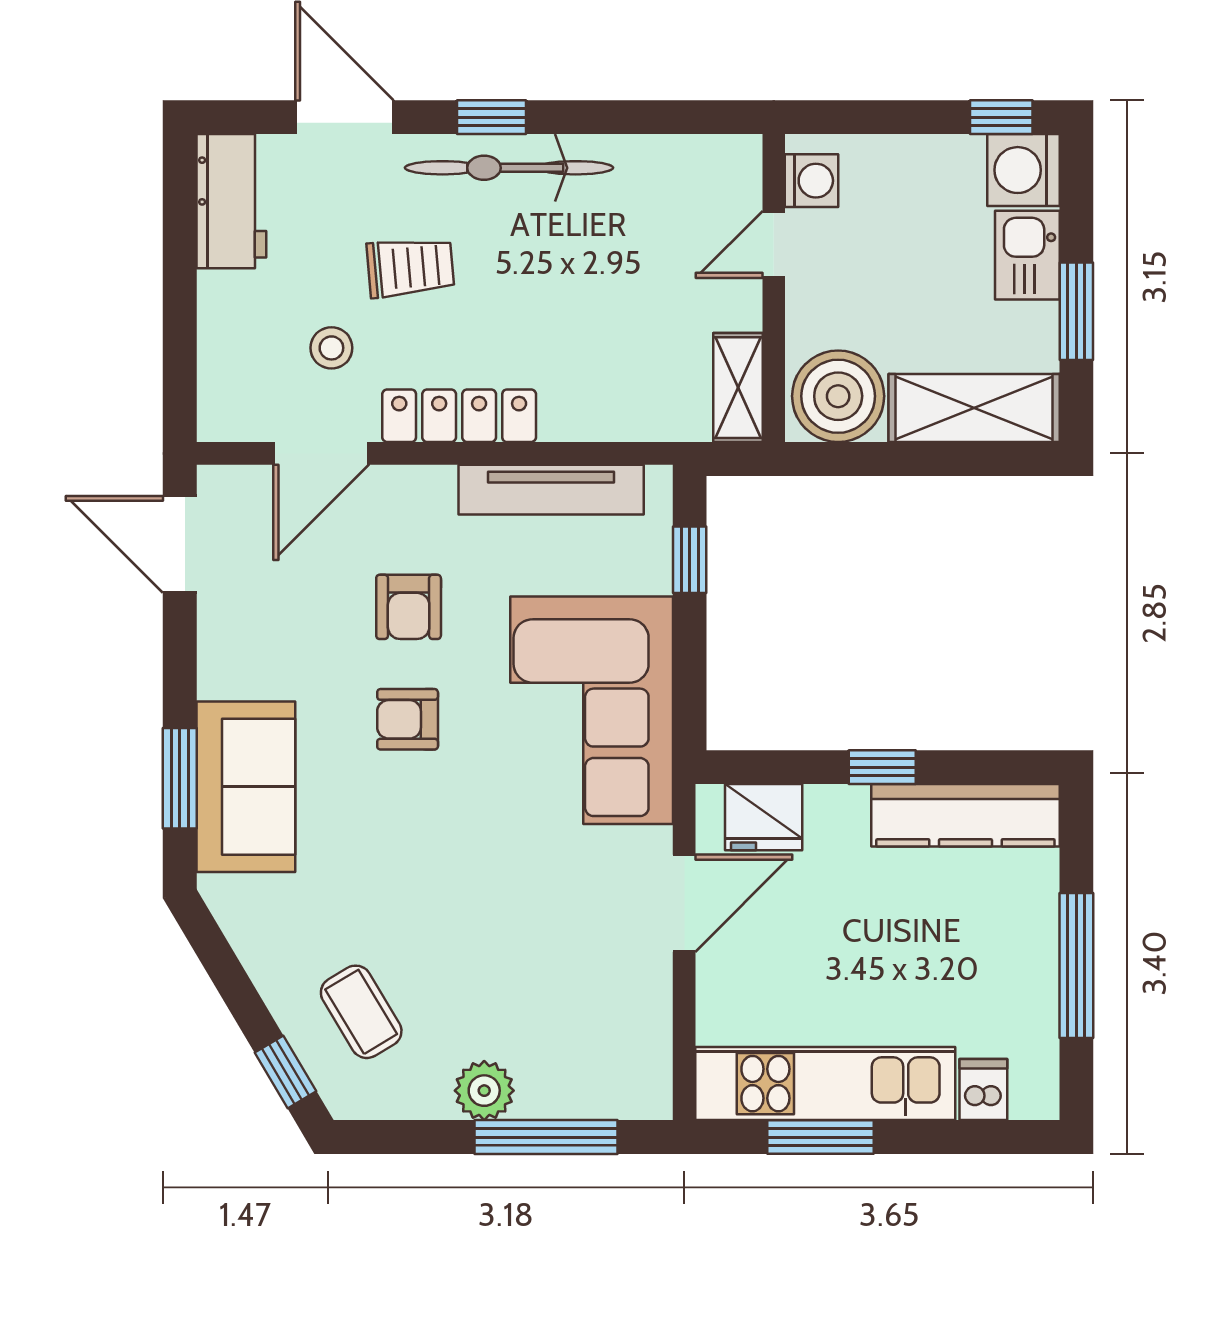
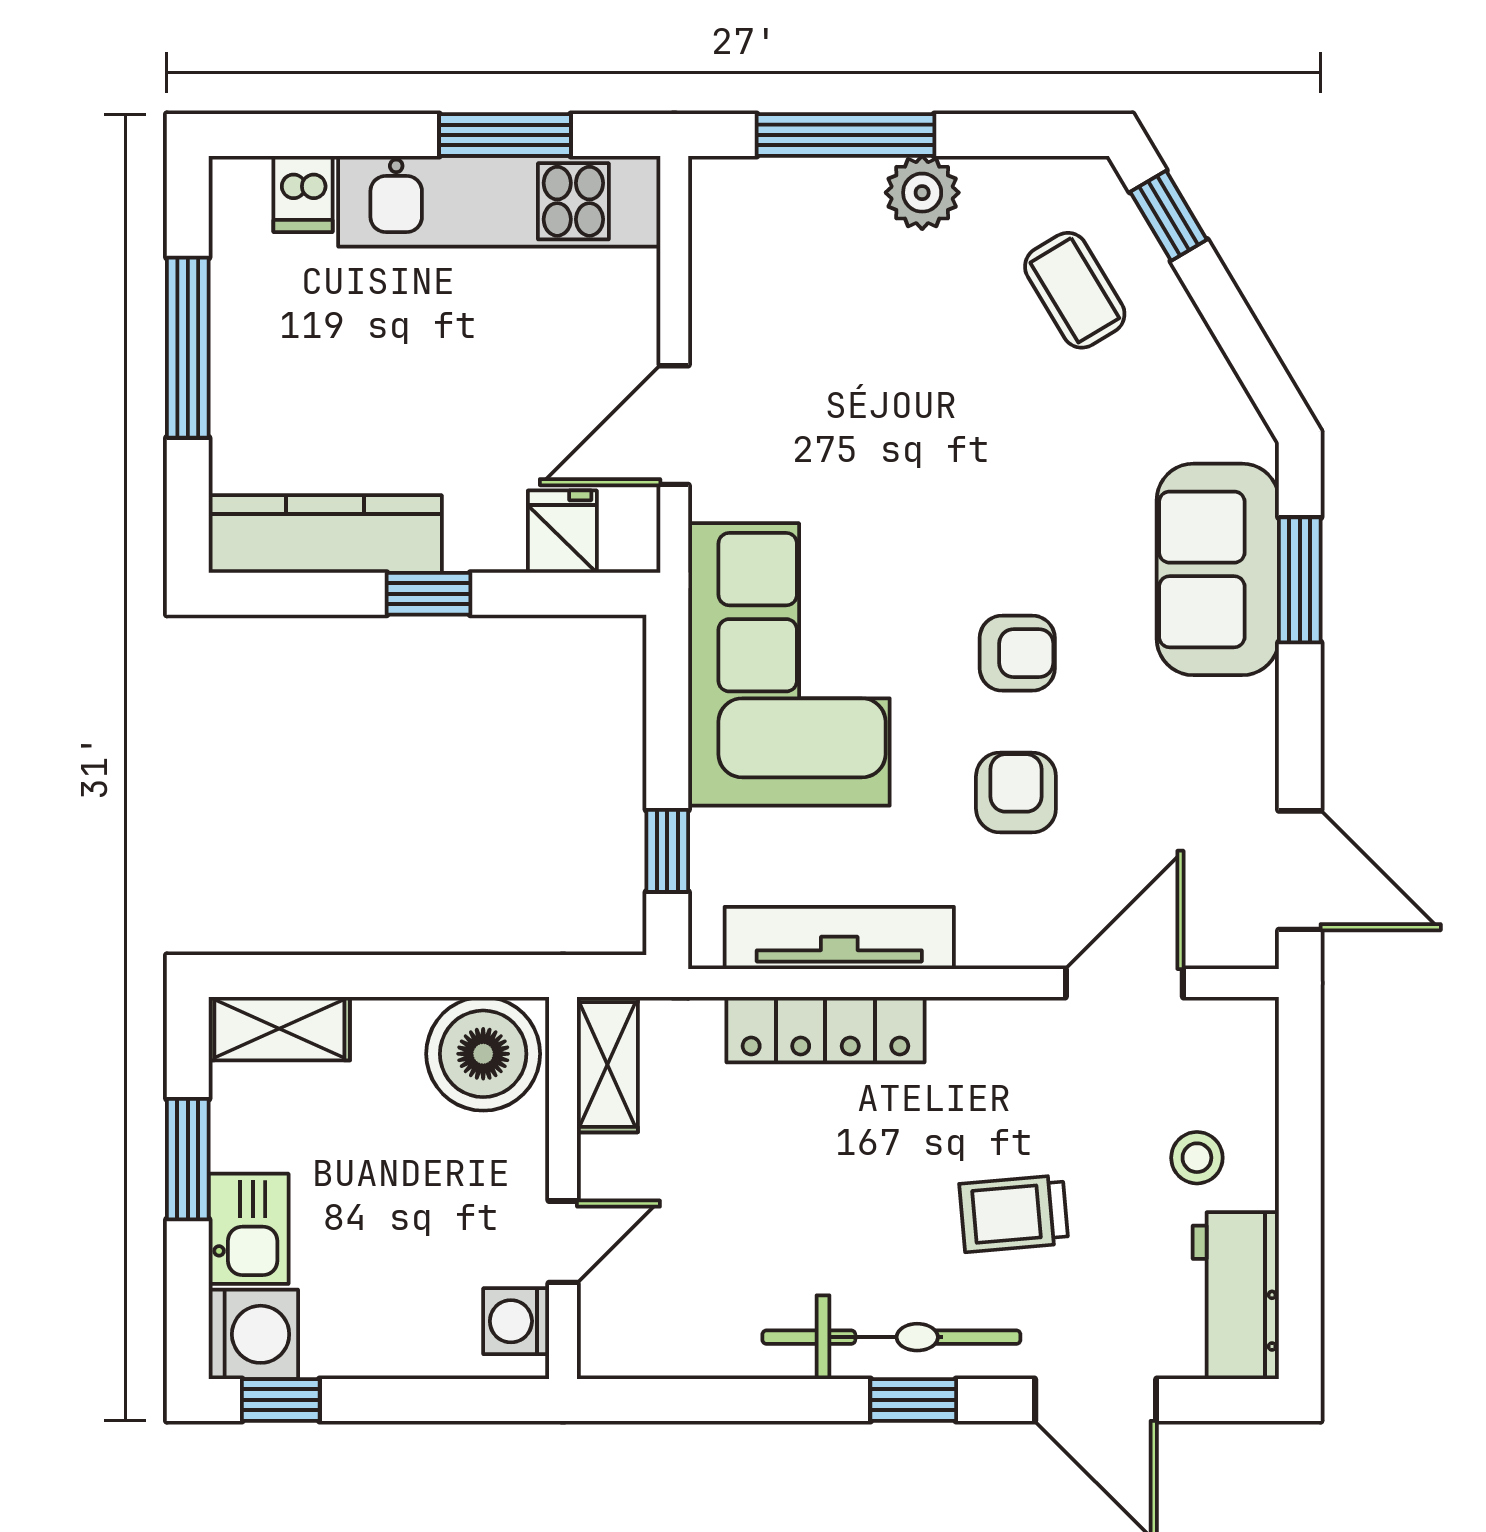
stool: (331, 348) -> (1197, 1158), moved
shelving: (974, 408) -> (279, 1029), width x0.67, depth x0.75
locker: (459, 416) -> (825, 1030), moved
fridge: (764, 817) -> (562, 532), width x0.72

